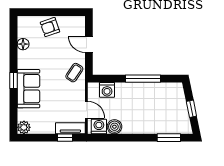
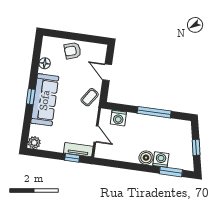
sofa: (28, 89) -> (45, 100), width x1.36
washing machine: (99, 126) -> (161, 160), moved
boiler: (114, 127) -> (146, 158), moved

